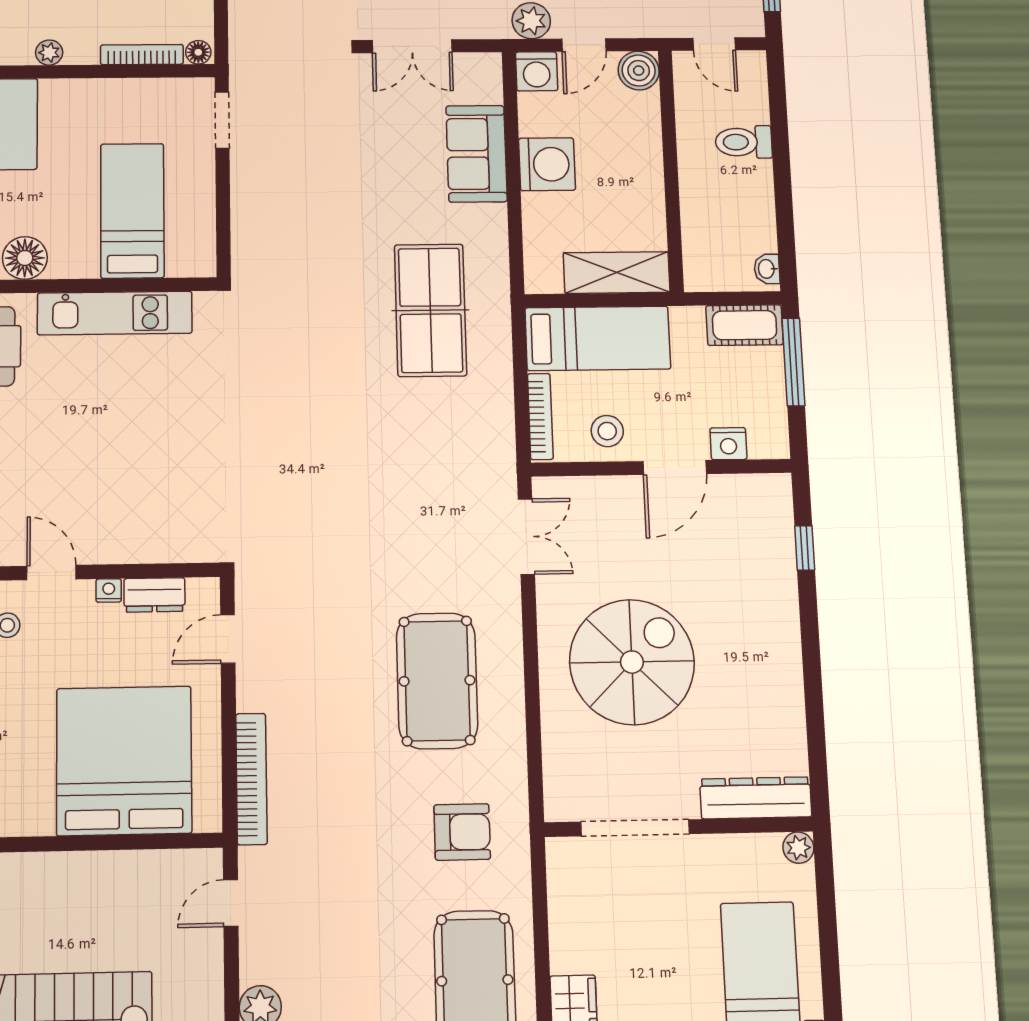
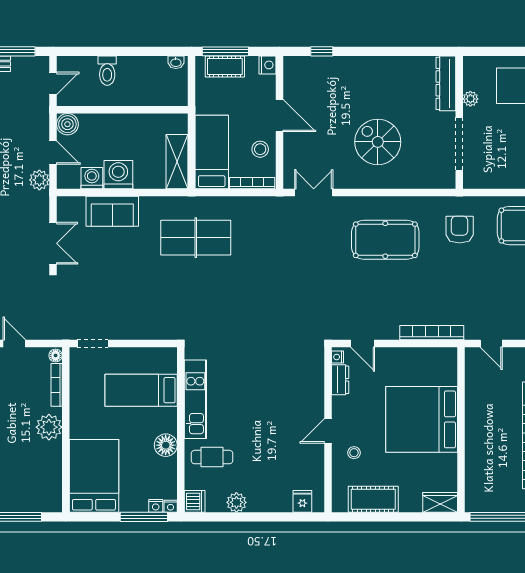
plant: (49, 53) -> (49, 427), width x1.88, depth x1.88
washing machine: (537, 71) -> (92, 178), moved, turned -90
shelving: (617, 273) -> (177, 162), moved
cot: (745, 325) -> (225, 67), moved, turned 90
nightstand: (728, 444) -> (268, 65), moved
nightstand: (109, 591) -> (338, 357), moved
spiral stairs: (632, 662) -> (378, 142), width x0.73, depth x0.73
bed: (124, 761) -> (422, 419), moved
plant: (798, 848) -> (470, 99), moved

